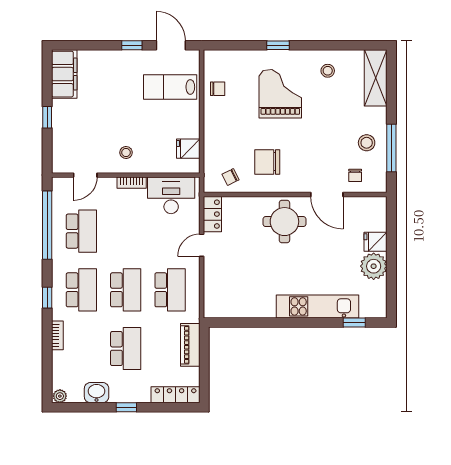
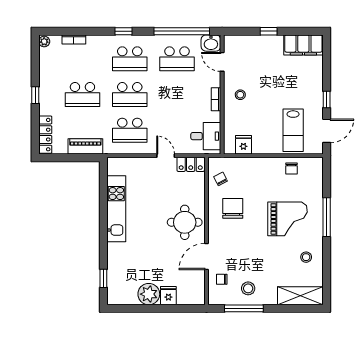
window: (278, 45) -> (327, 217), width x2.17
lab bench: (170, 87) -> (293, 130), turned 180
desk: (171, 195) -> (206, 136), width x0.73
kitchen unit: (318, 306) -> (116, 209), moved
bookcase: (57, 335) -> (74, 39), moved
washbasin: (97, 393) -> (211, 43), moved, turned 90

